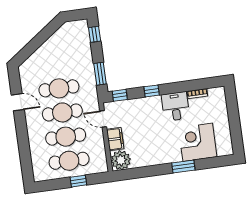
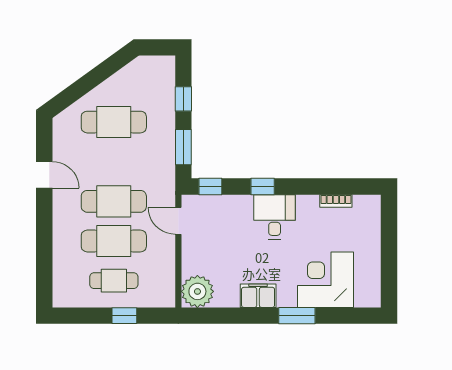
window: (95, 34) -> (183, 99), moved
cafe table: (59, 88) -> (114, 122), moved
desk: (175, 106) -> (275, 217), moved
filing cabinet: (115, 139) -> (258, 296), moved, turned -90
cafe table: (69, 161) -> (114, 281), width x0.73, depth x0.74

